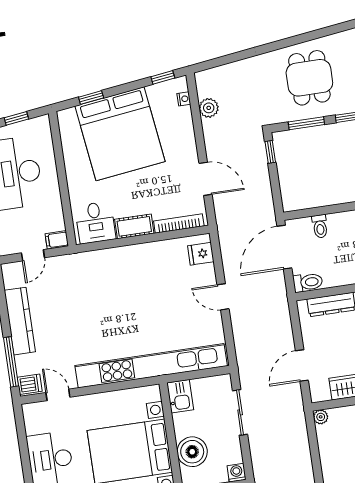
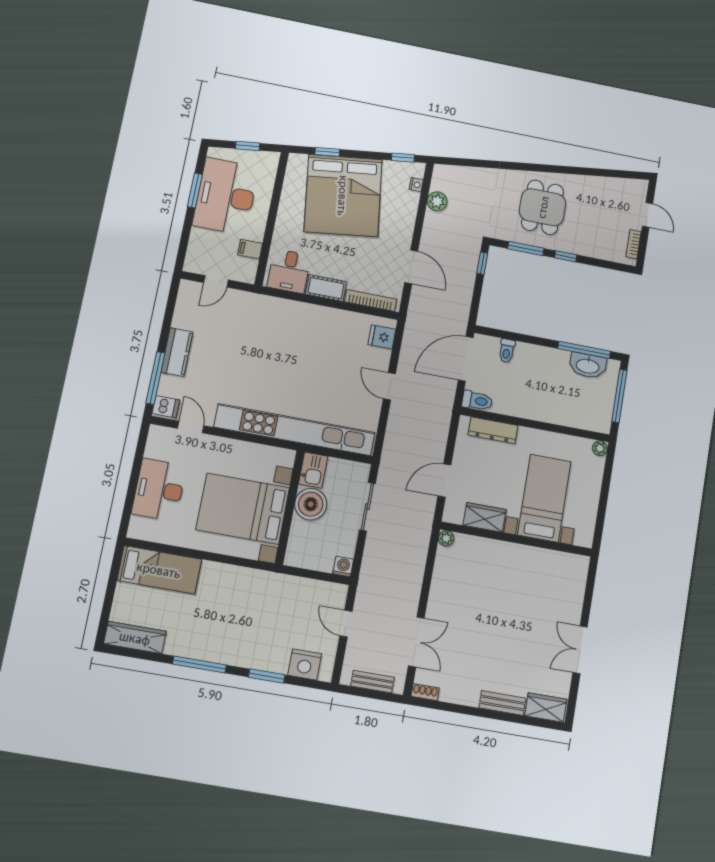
filing cabinet: (57, 240) -> (250, 249), moved
kitchen counter: (20, 321) -> (177, 352), width x0.67
boiler: (192, 452) -> (311, 504), moved

